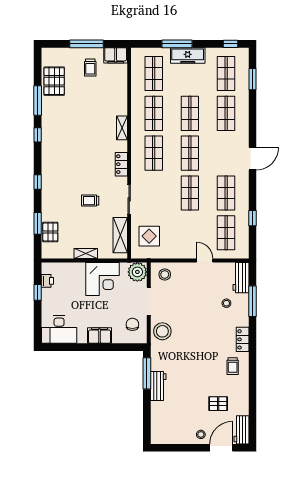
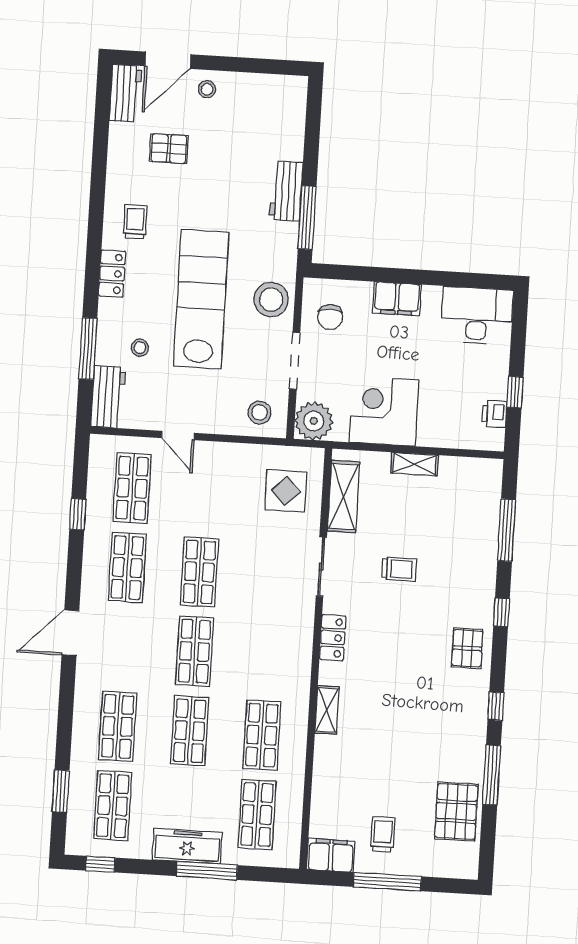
shop shelf: (154, 153) -> (267, 656), removed
window: (38, 223) -> (507, 530), width x1.44
pallet: (50, 232) -> (467, 648), moved
lab bench: (197, 329) -> (201, 299), added

